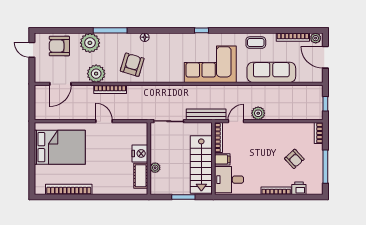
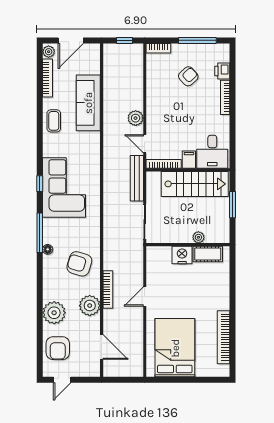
window: (110, 30) -> (40, 233), moved
corner sofa: (210, 64) -> (64, 188), moved, turned 180

